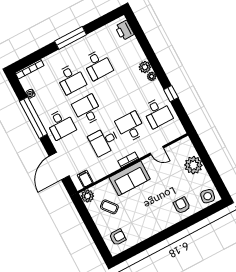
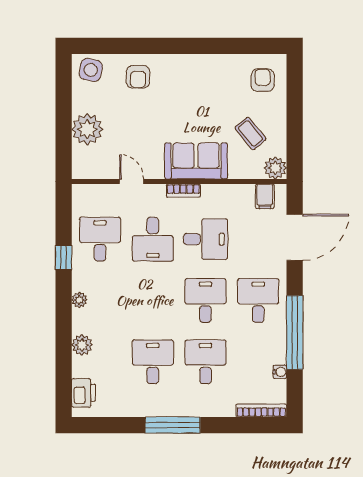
plant: (145, 67) -> (82, 345), moved
desk: (87, 110) -> (206, 300), turned 180
armchair: (118, 237) -> (263, 80), turned 90

